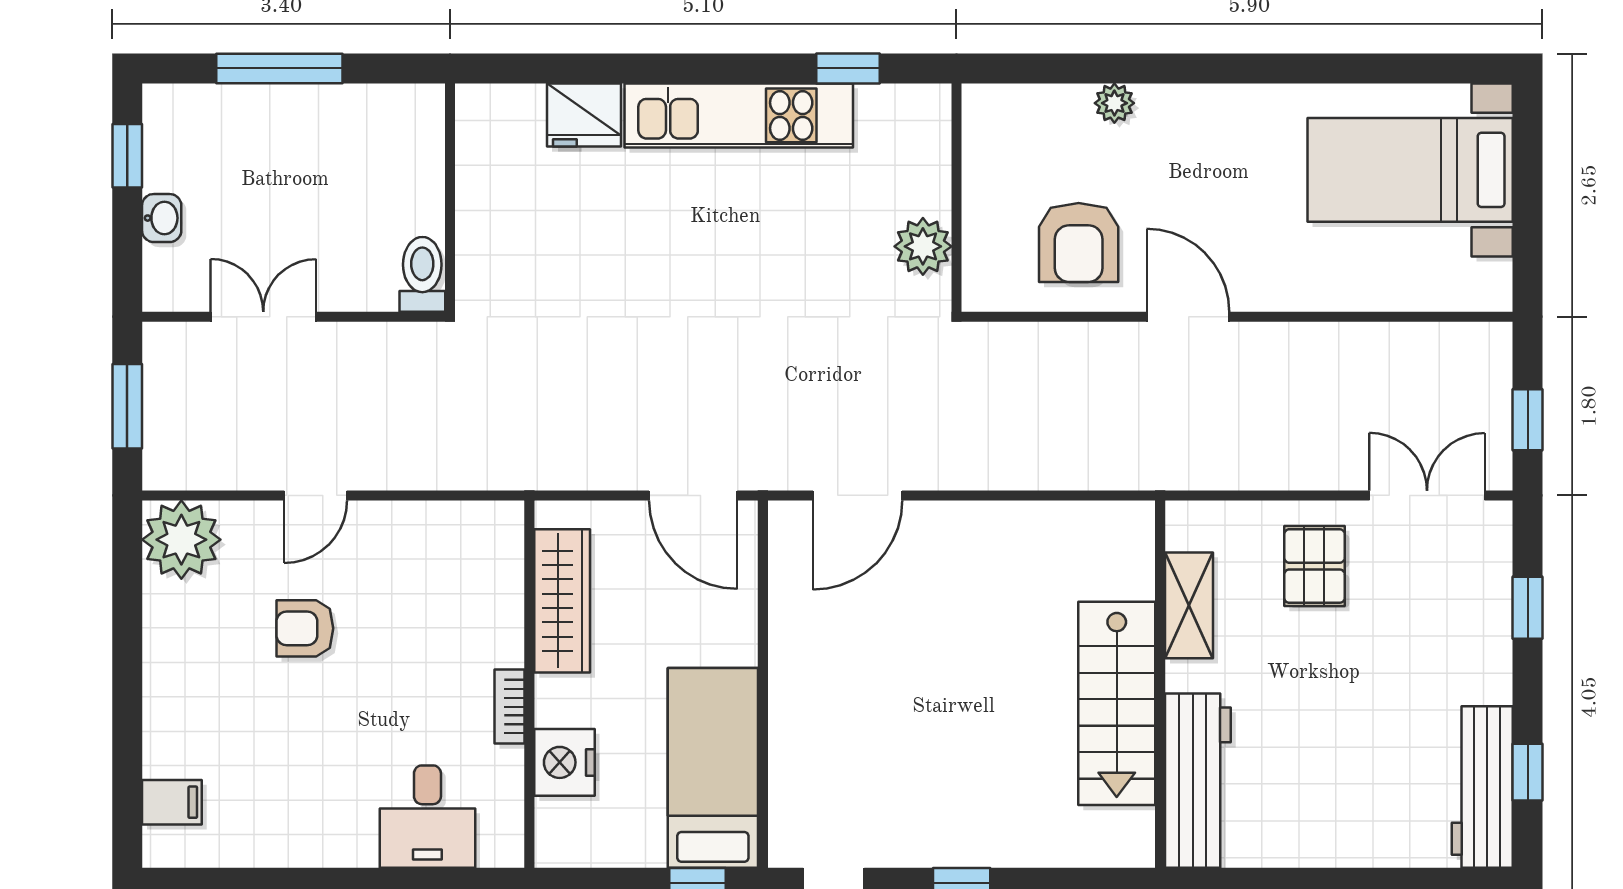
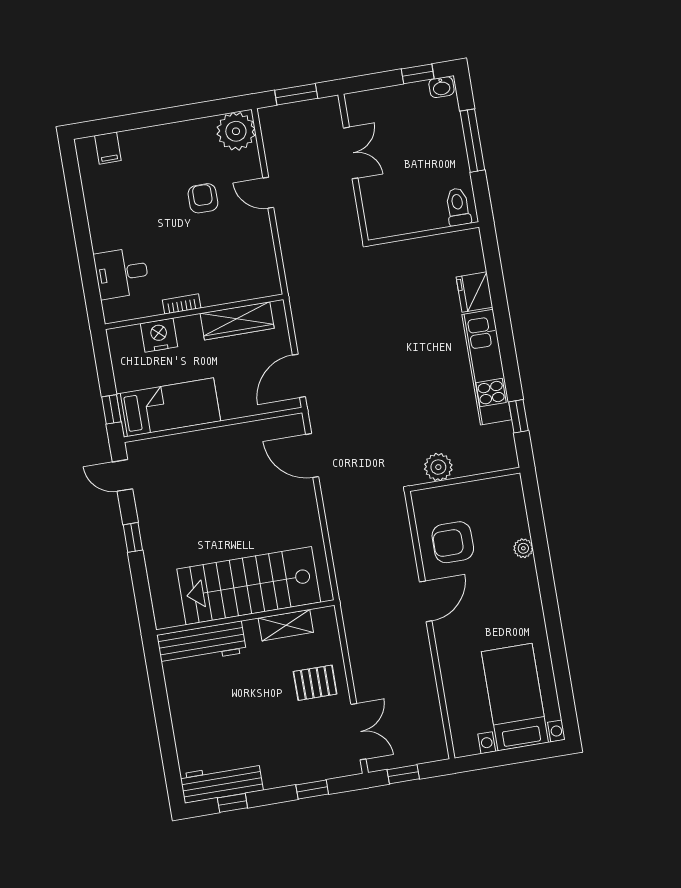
washbasin: (162, 218) -> (441, 87), moved
toilet: (422, 274) -> (458, 207), moved, turned -90
stairs: (1117, 703) -> (249, 586), width x1.36, depth x1.51

